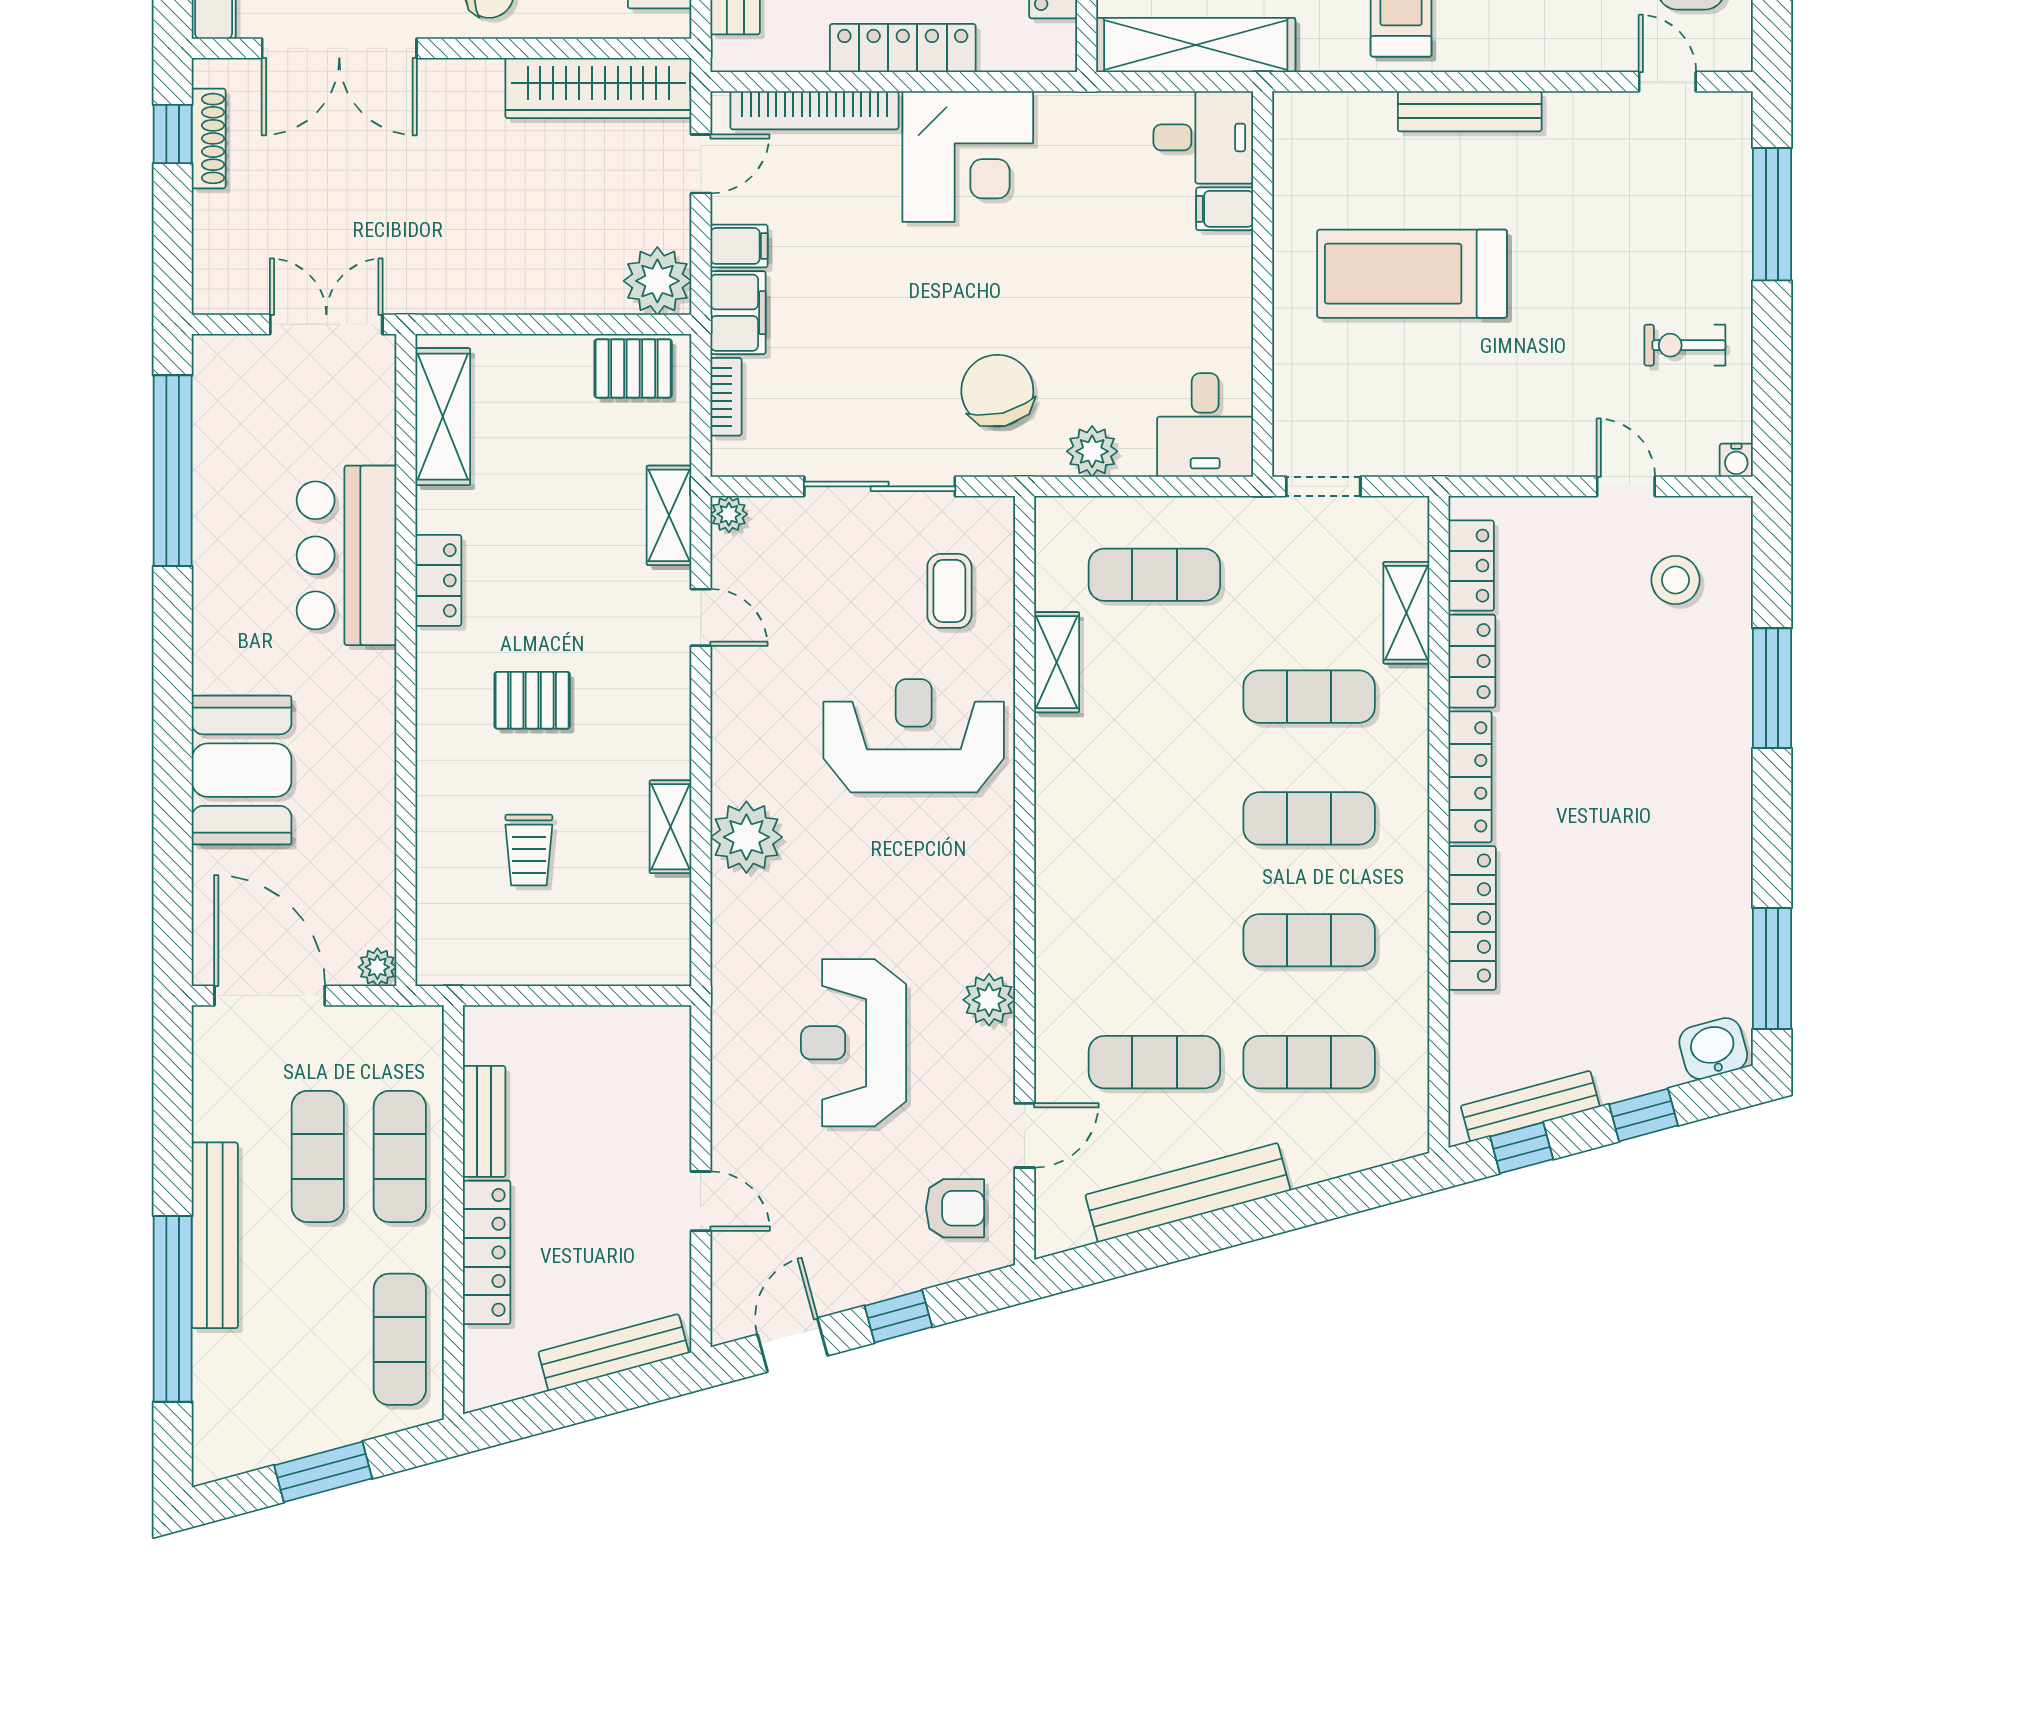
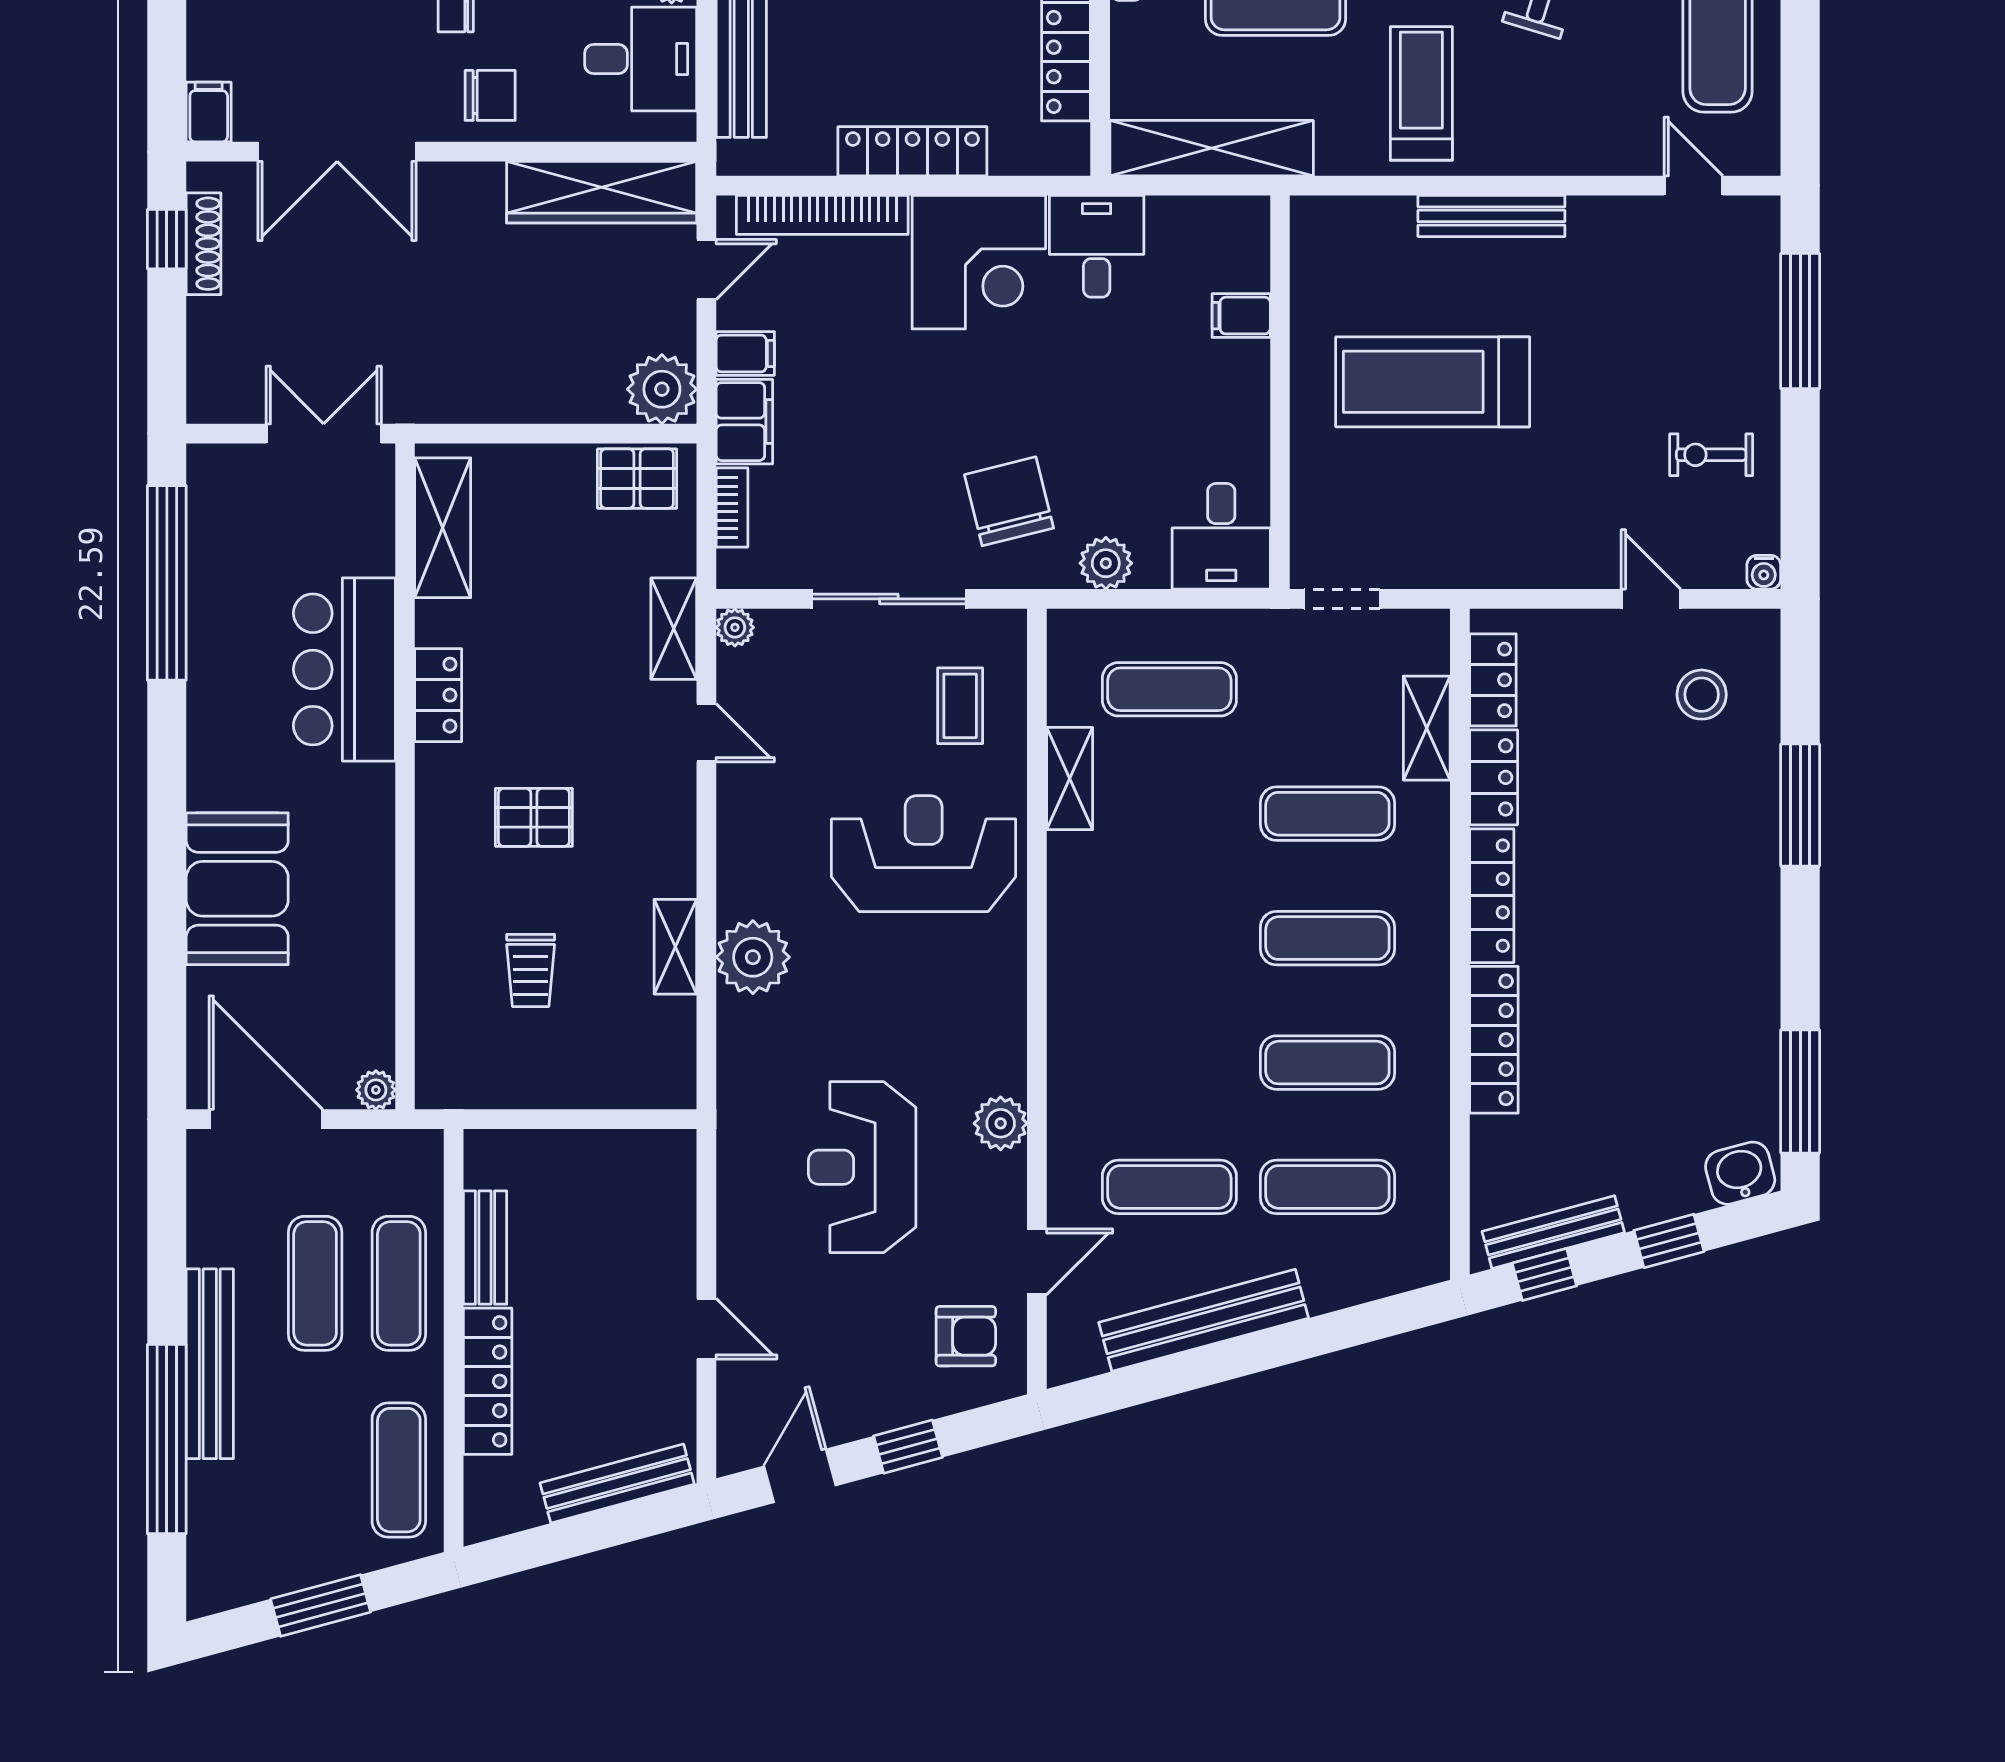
desk: (1203, 137) -> (1097, 246), moved, turned -90

